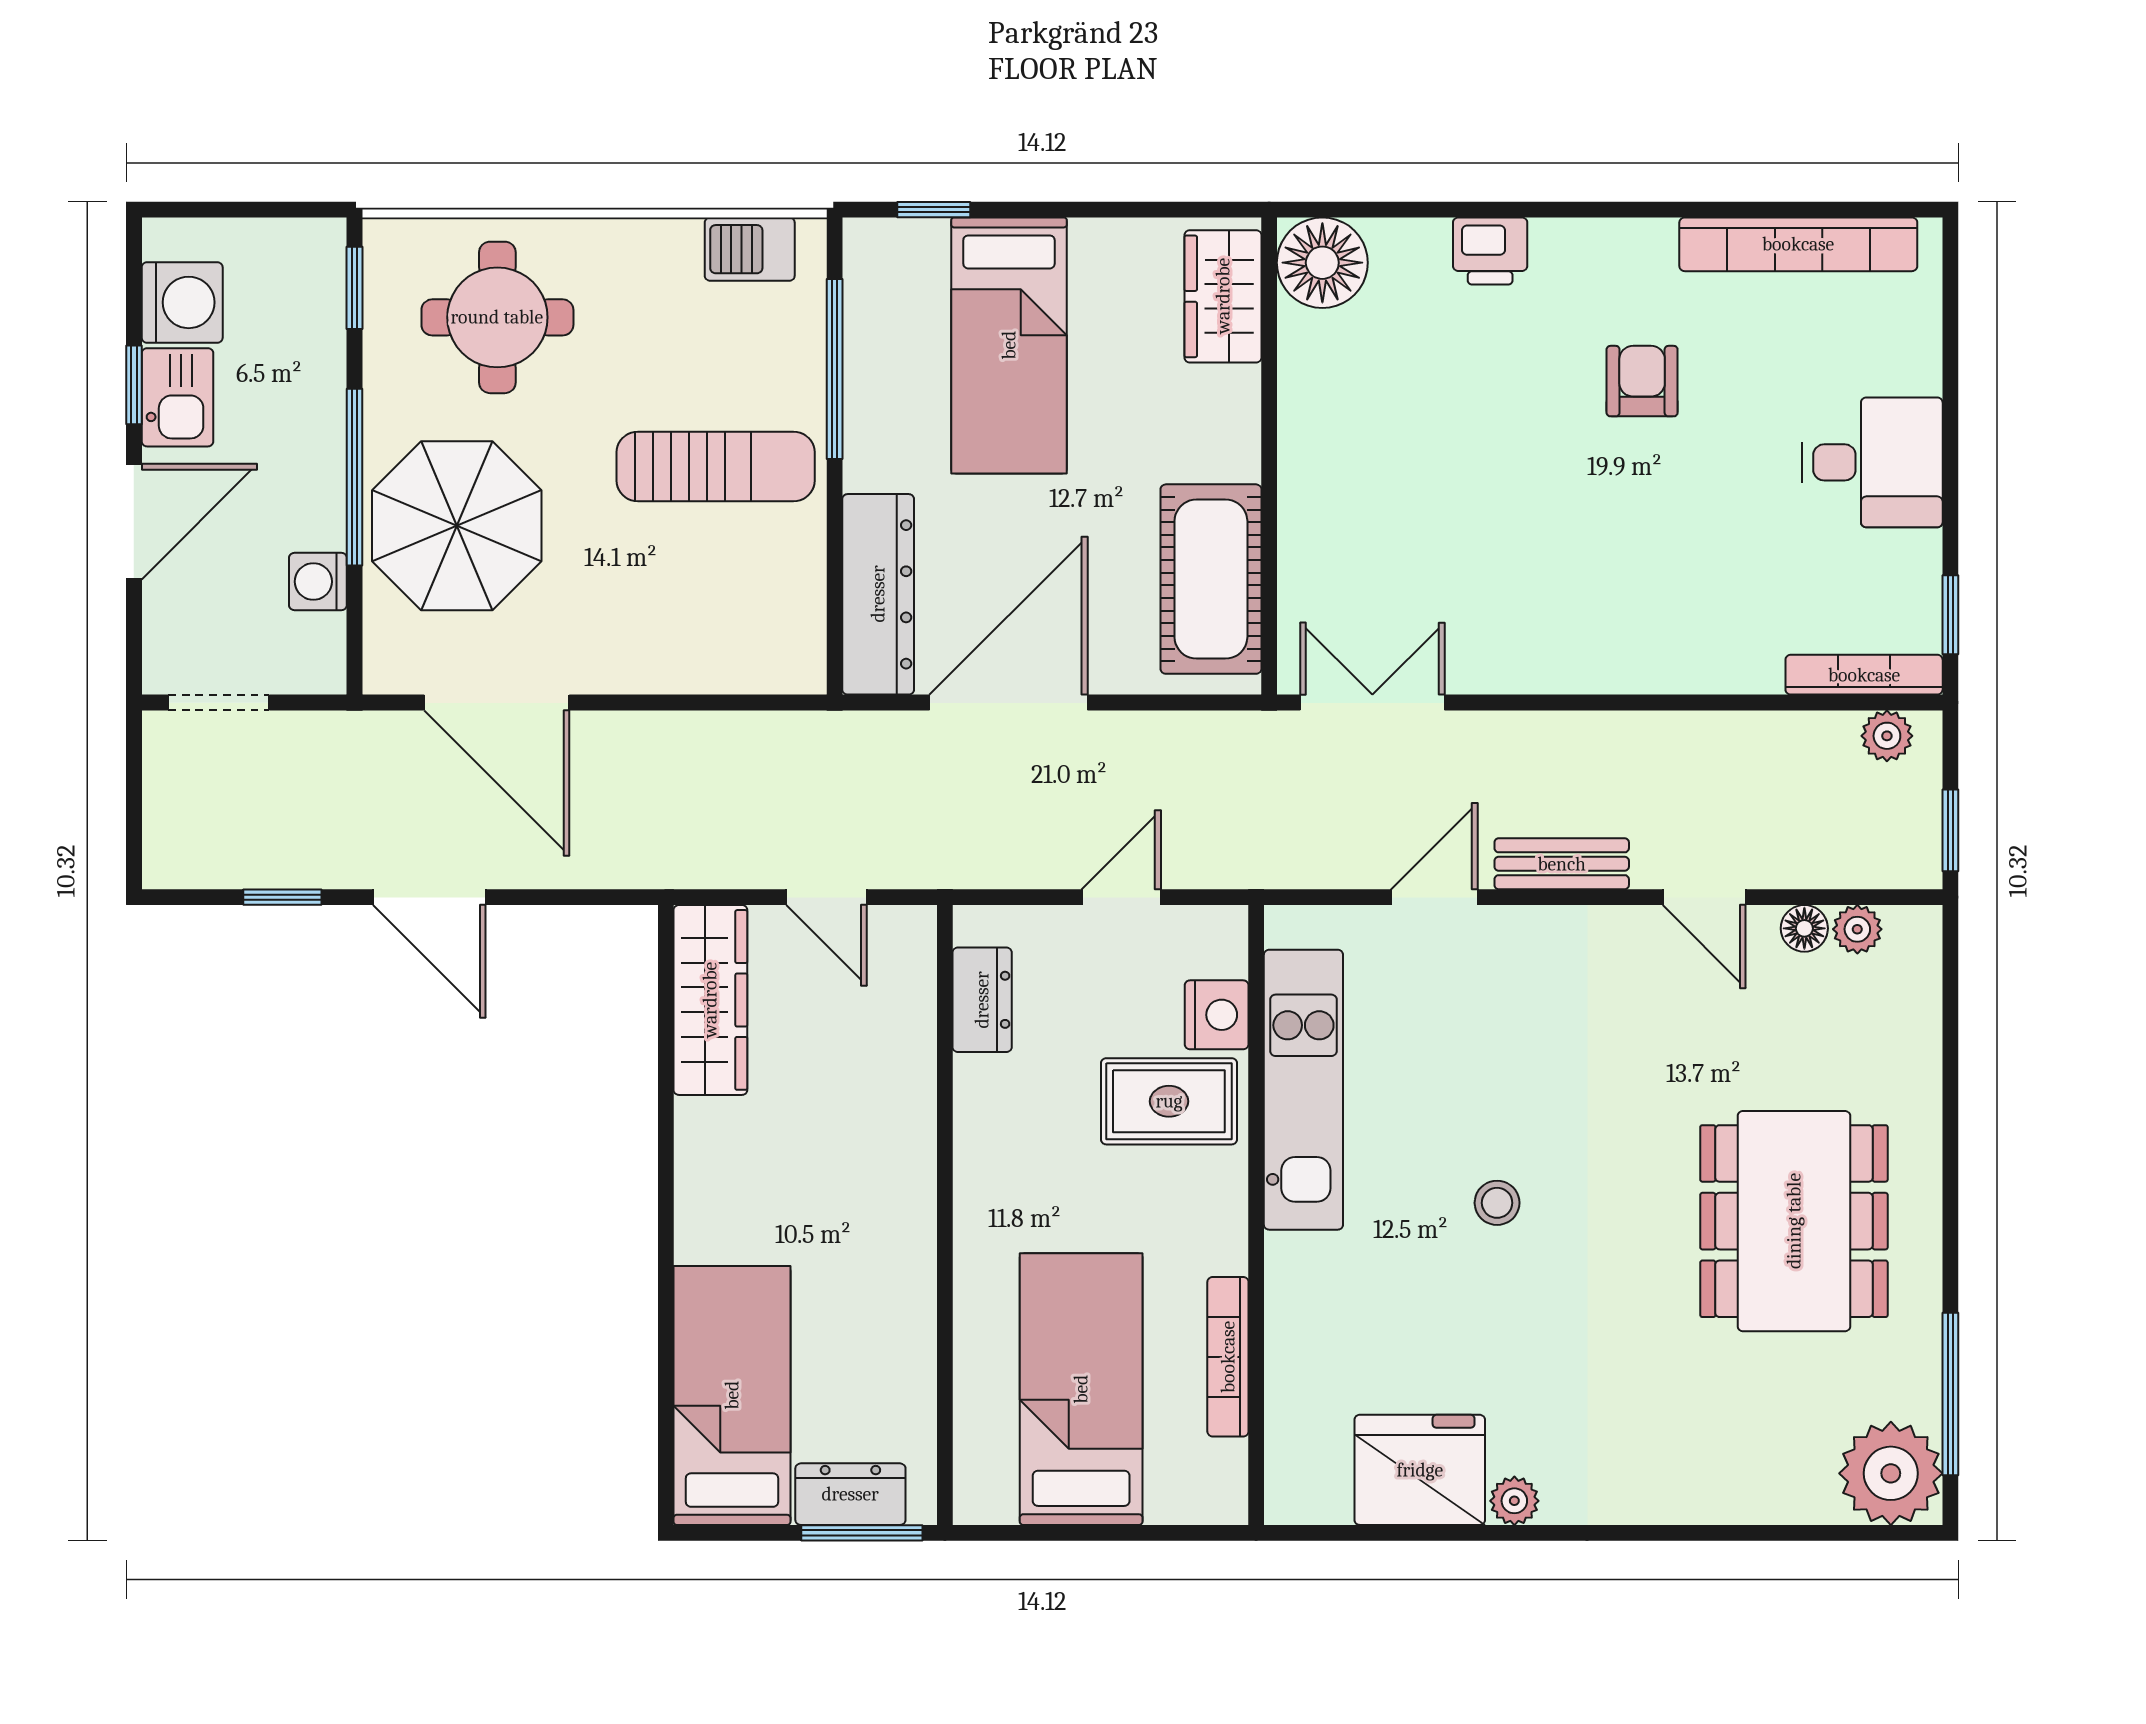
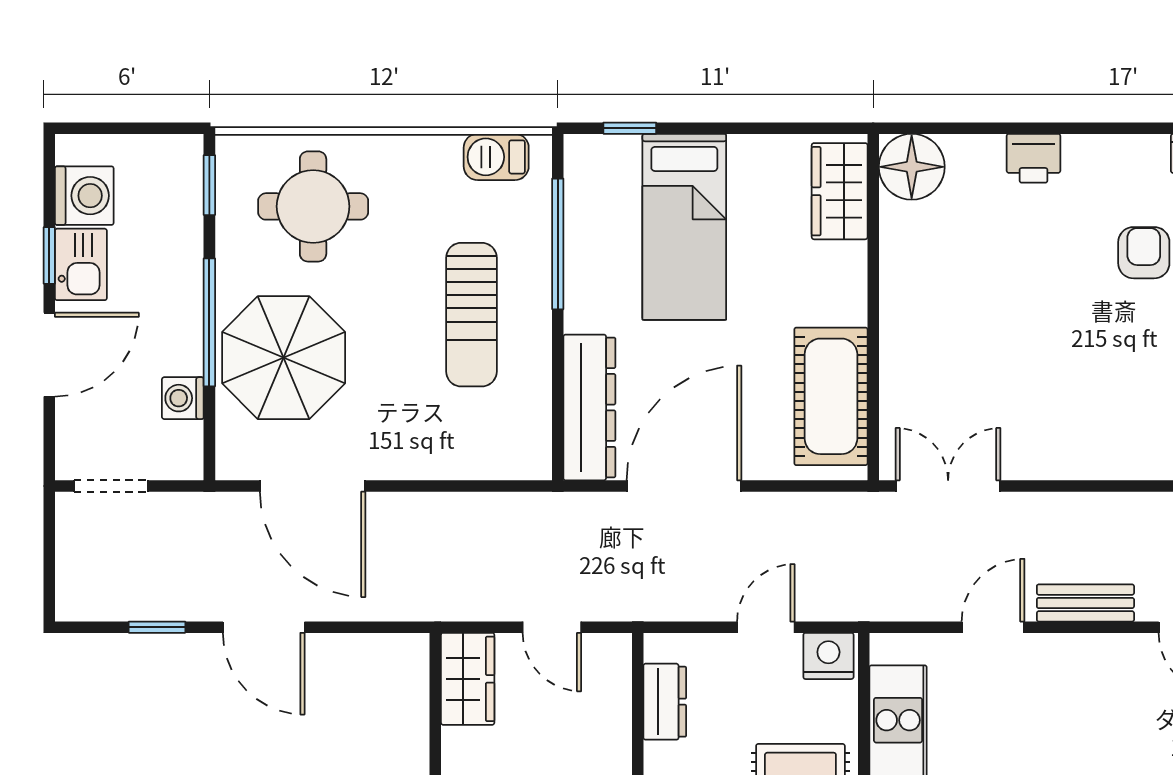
sun lounger: (716, 466) -> (471, 315), turned 90
wardrobe: (710, 1000) -> (468, 679), width x0.67
nightstand: (1217, 1015) -> (828, 656), moved, turned -90

